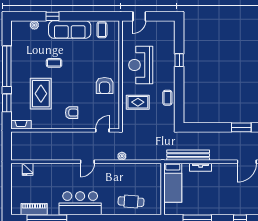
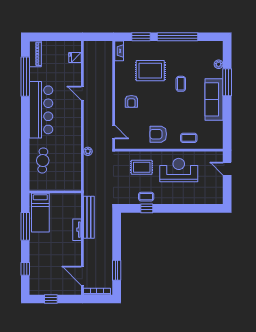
window: (53, 16) -> (227, 82), width x2.17
coffee table: (102, 30) -> (189, 138), moved
window: (179, 60) -> (147, 208), moved
rug: (138, 102) -> (142, 167), turned 90
door: (87, 162) -> (82, 93), moved
bed: (173, 183) -> (40, 213), moved, turned -90
bar counter: (80, 203) -> (41, 110), width x1.36
piano: (34, 209) -> (35, 54), moved

